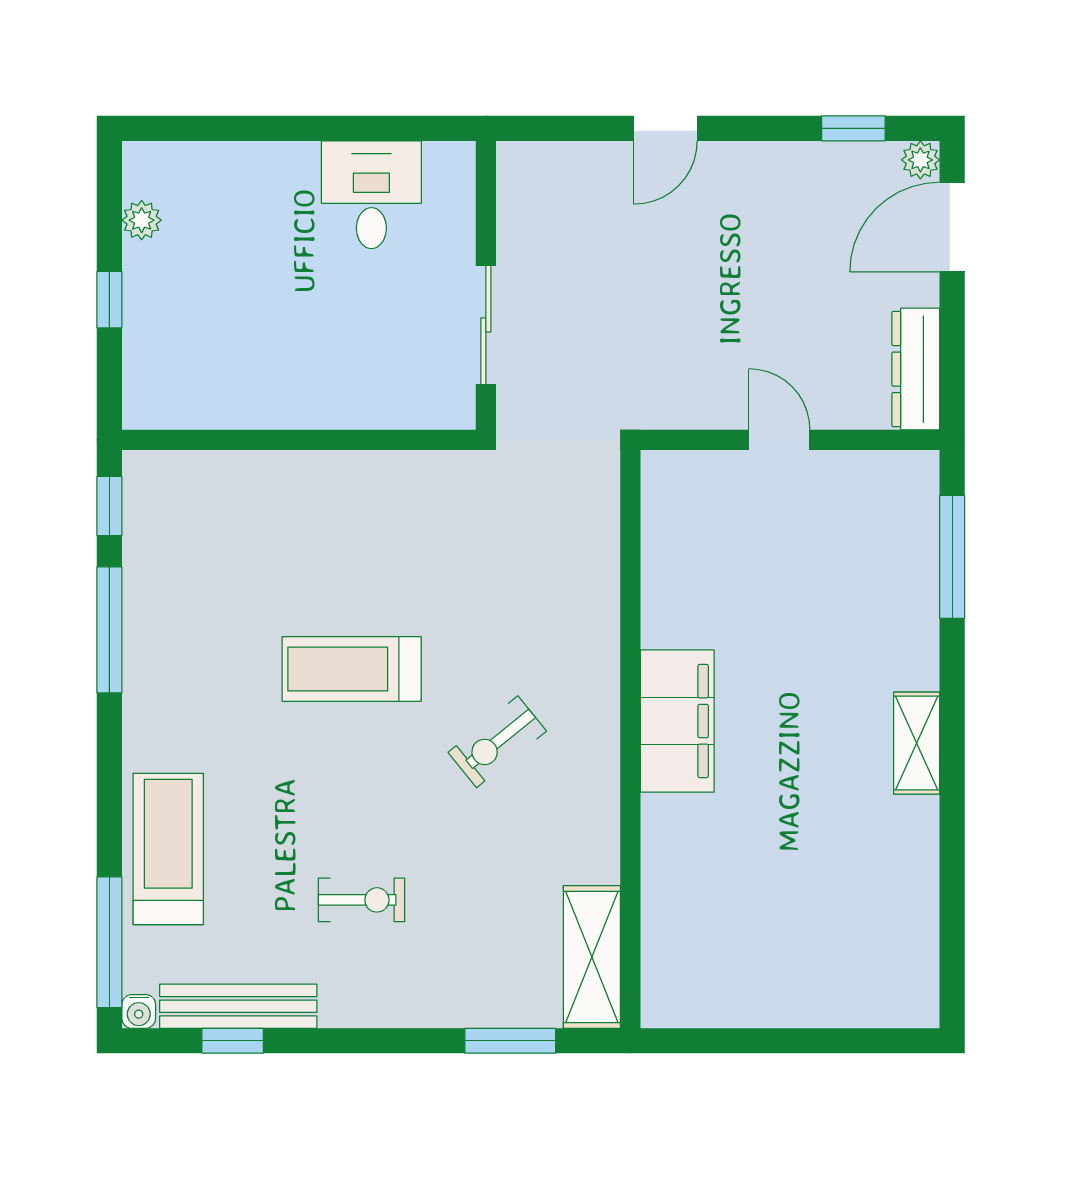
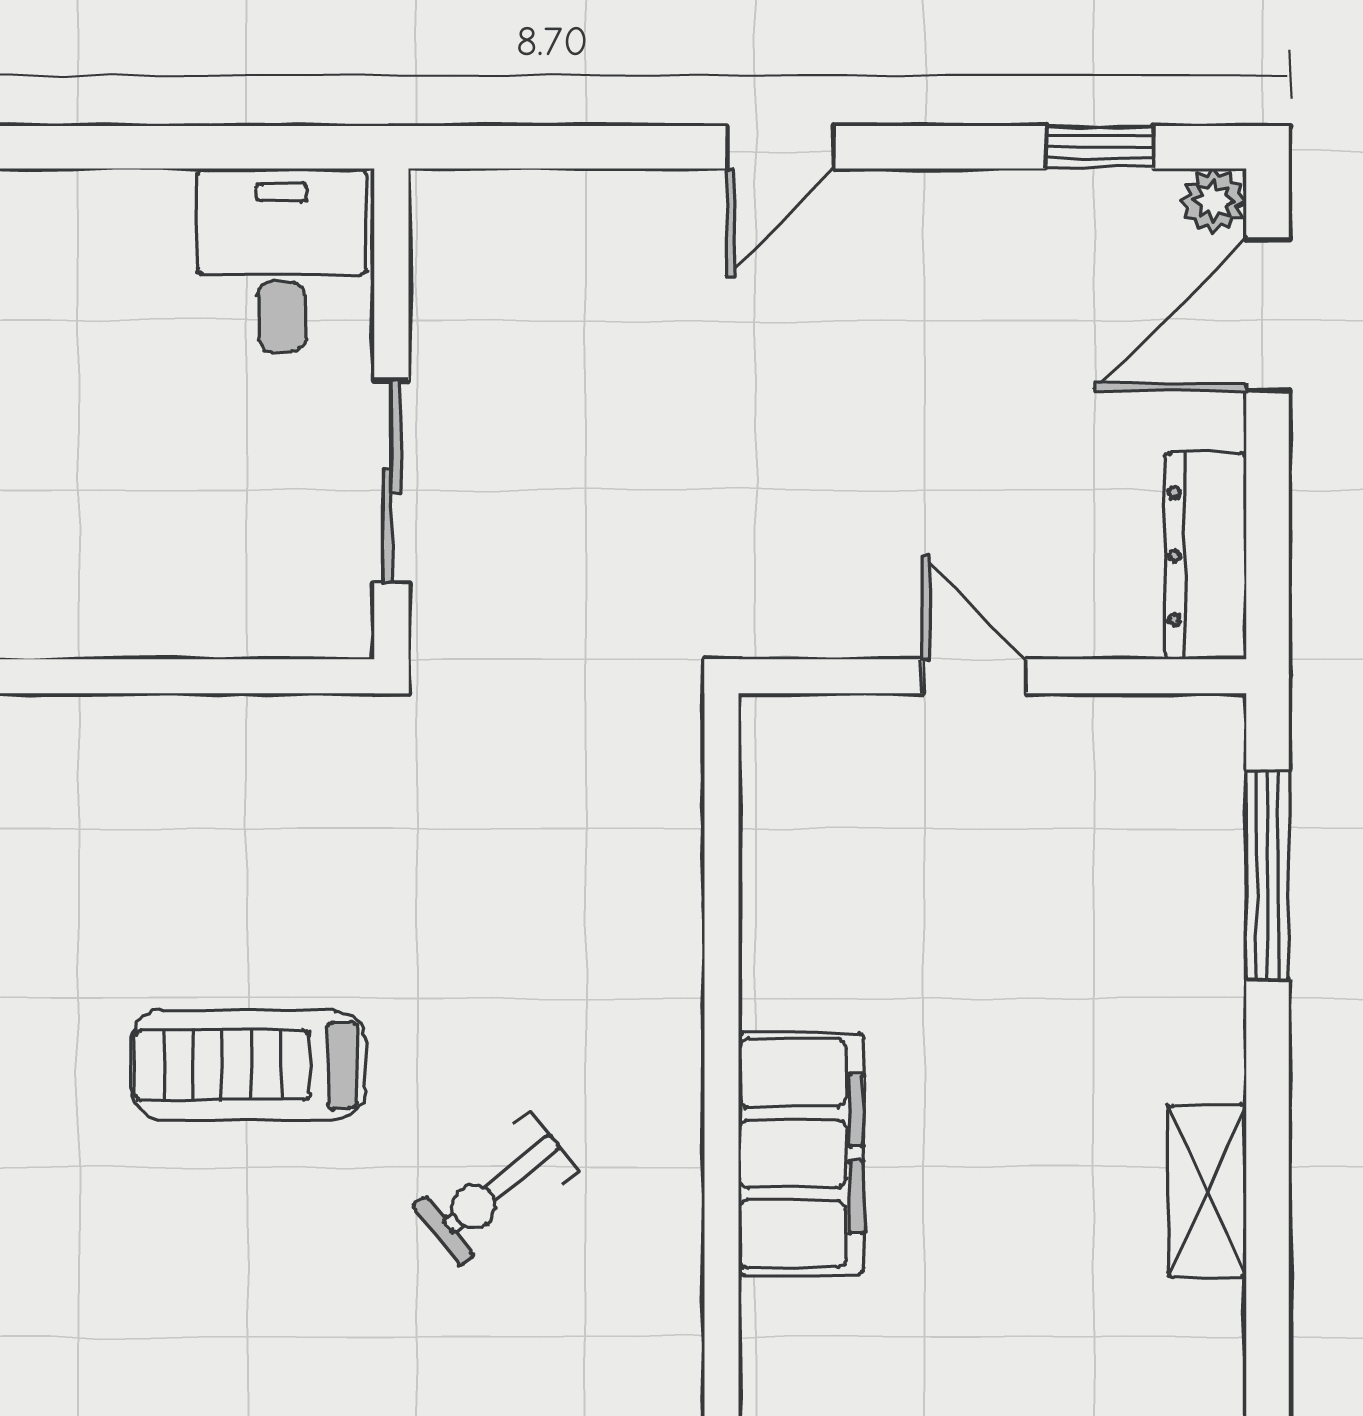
wall: (486, 285) -> (391, 414), moved
sliding door: (486, 325) -> (391, 481), moved

